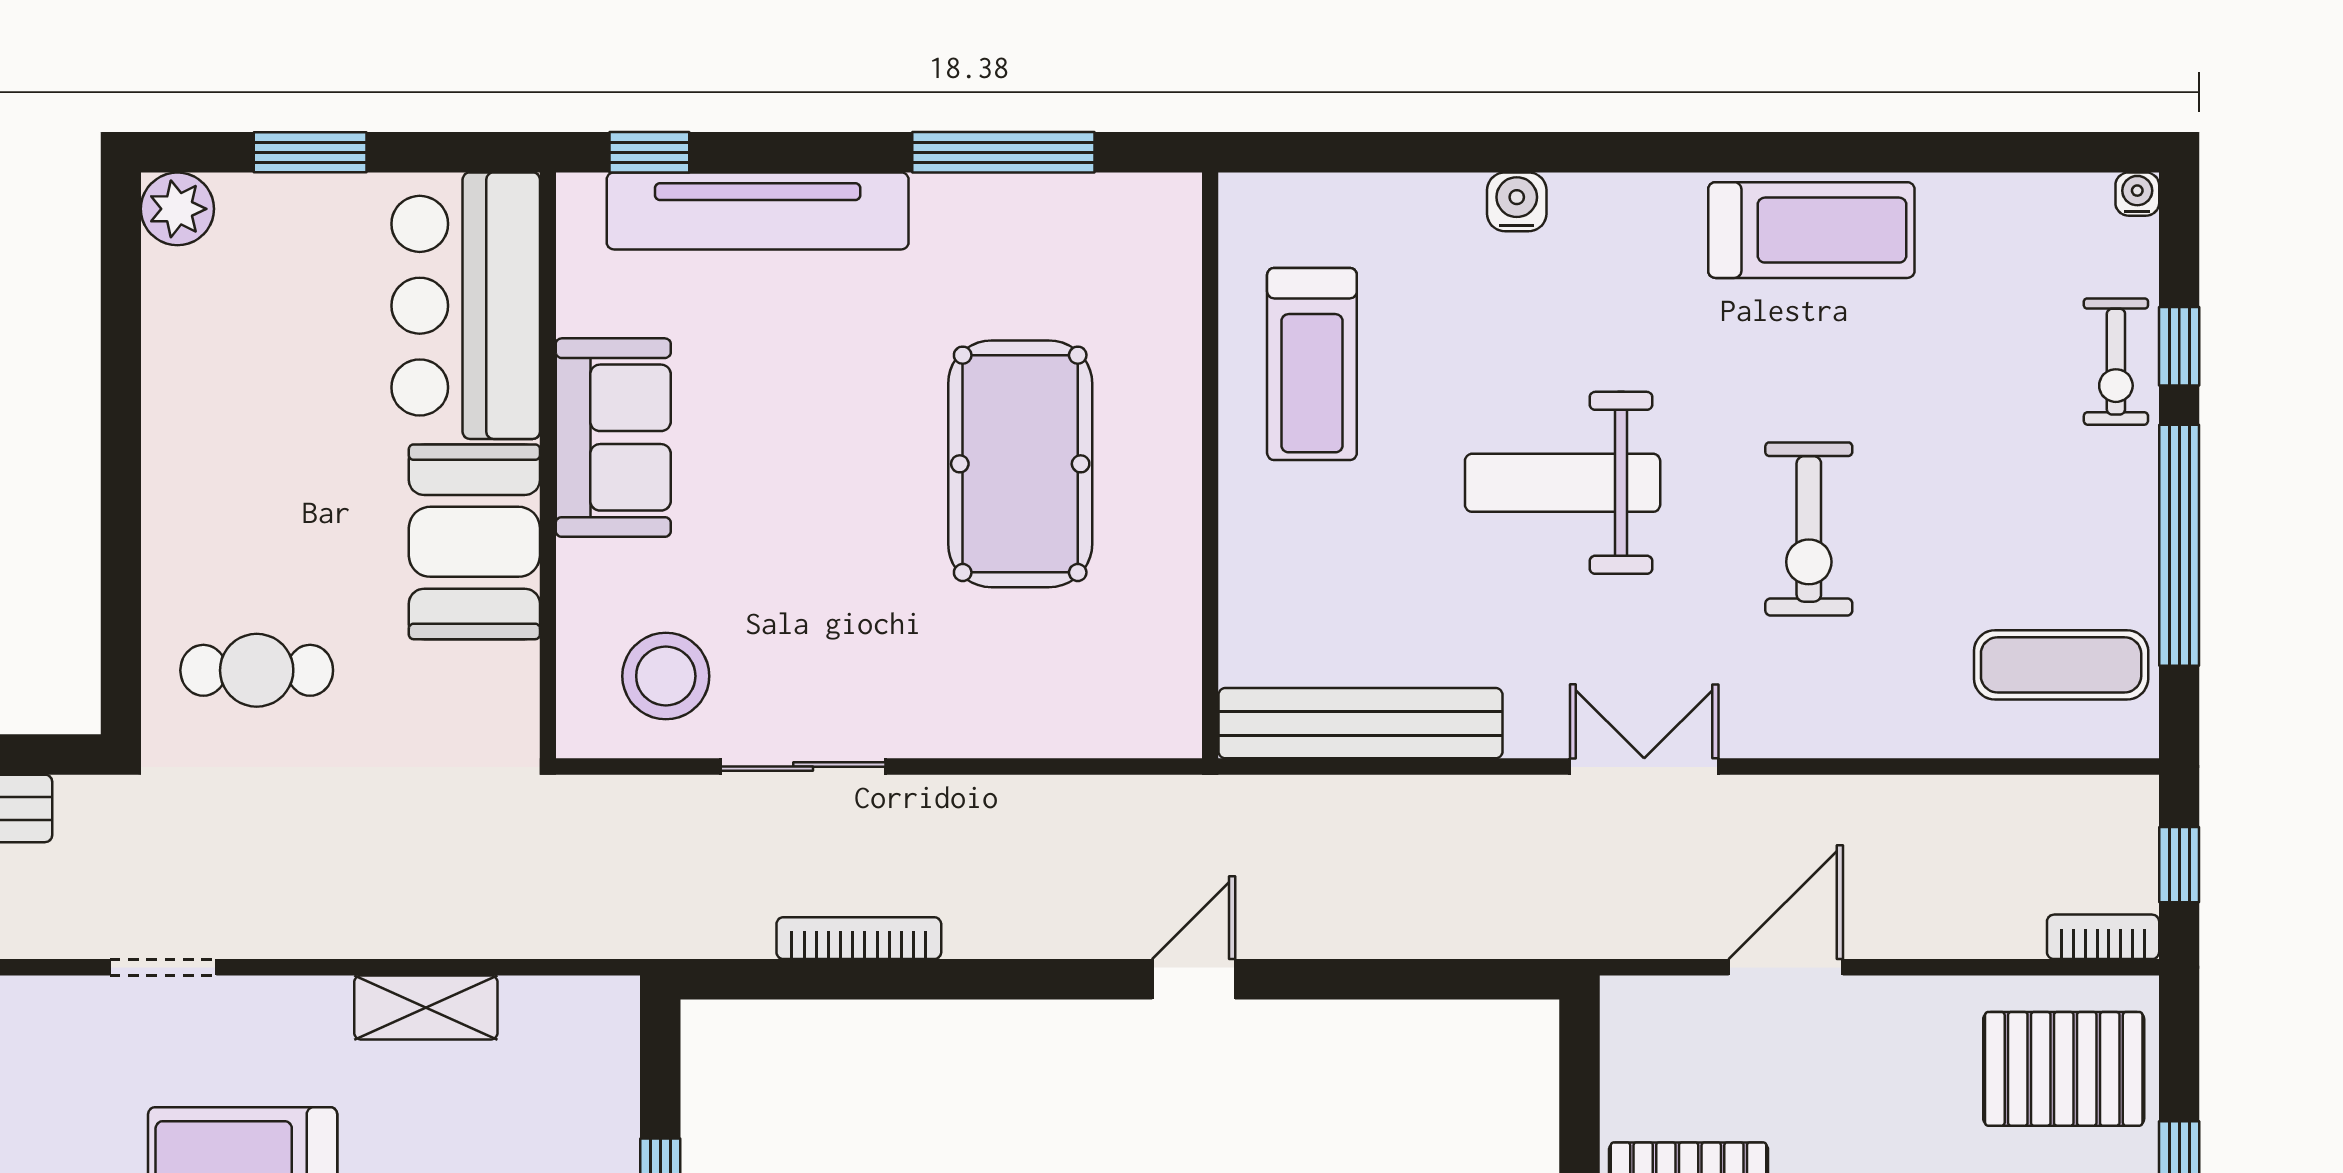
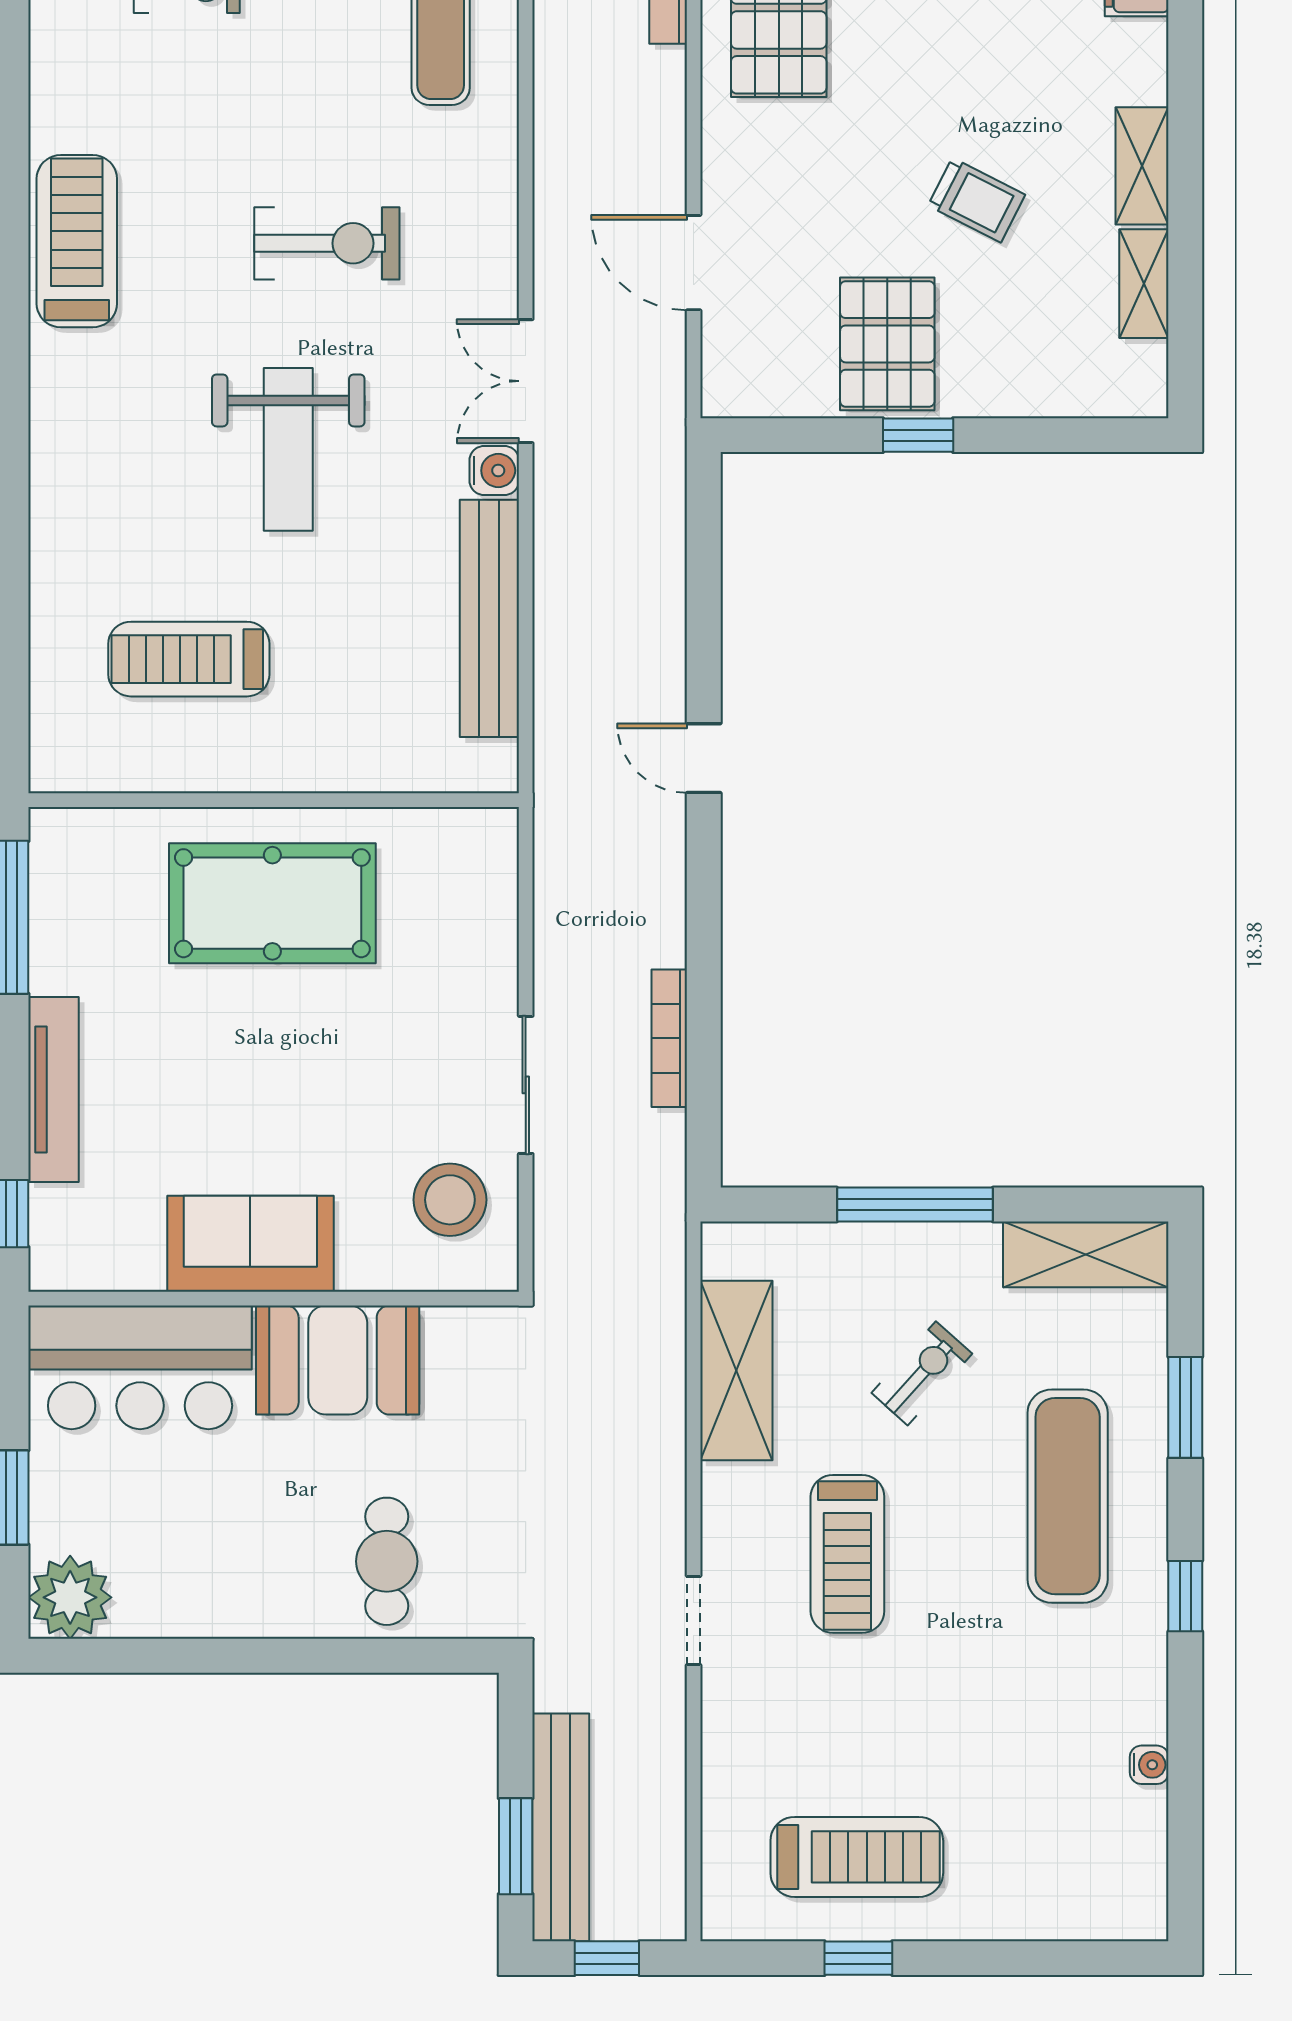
water cooler: (1517, 202) -> (494, 471), moved, turned 180
plant: (177, 209) -> (70, 1597), width x1.36, depth x1.36
tv unit: (758, 211) -> (54, 1089), width x0.73, depth x0.78
treadmill: (1312, 364) -> (189, 659), turned 180
wall: (1210, 465) -> (274, 800), moved
cafe table: (257, 670) -> (387, 1561), moved
shelving: (426, 1007) -> (736, 1371), width x1.50, depth x1.33

